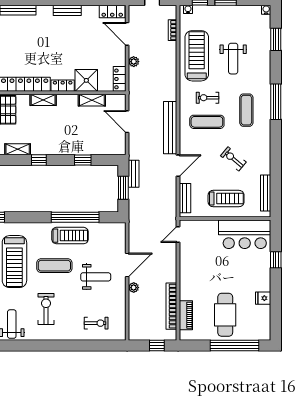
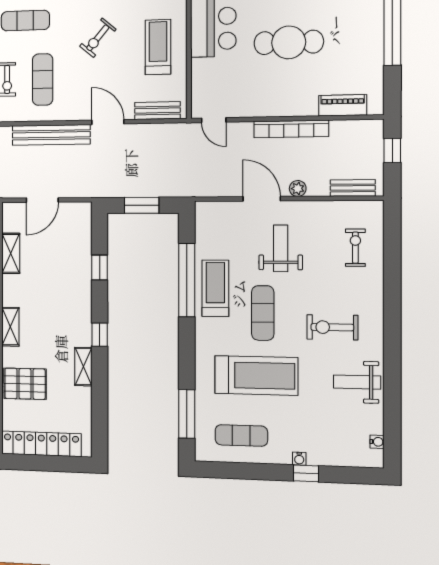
bench: (134, 174) -> (353, 188), moved
bookcase: (171, 306) -> (291, 129), moved
cafe table: (225, 315) -> (289, 42), moved

